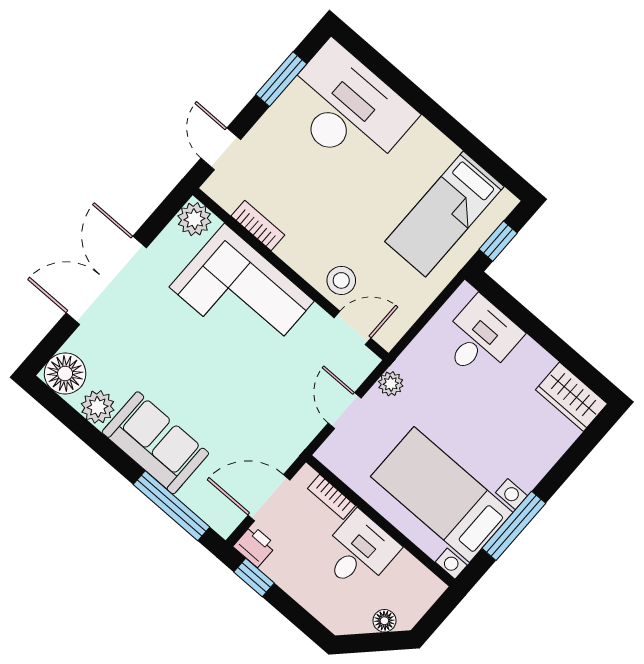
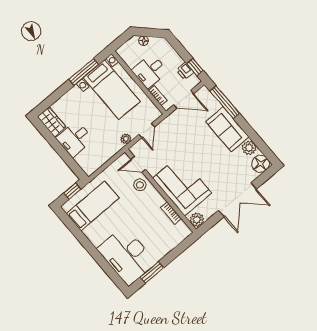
door: (221, 149) -> (182, 247), removed
desk: (480, 338) -> (75, 139), moved
printer: (255, 546) -> (185, 71), moved

